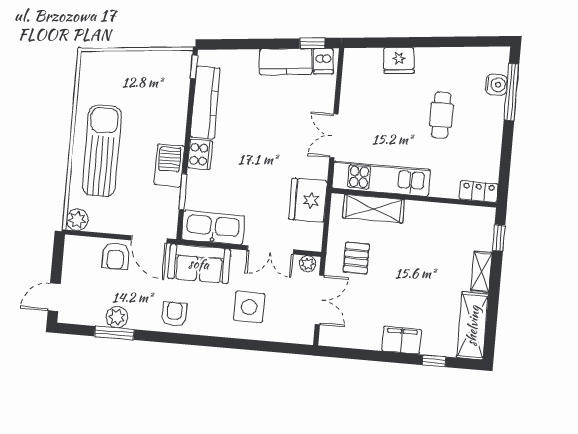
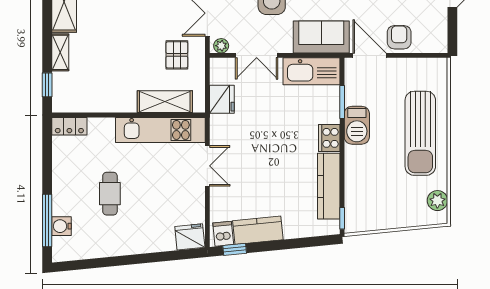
fridge: (399, 61) -> (190, 237), moved
fridge: (308, 200) -> (222, 99), width x0.73, depth x0.75
plant: (77, 220) -> (437, 201), moved
double door: (270, 250) -> (257, 55), swing flipped

